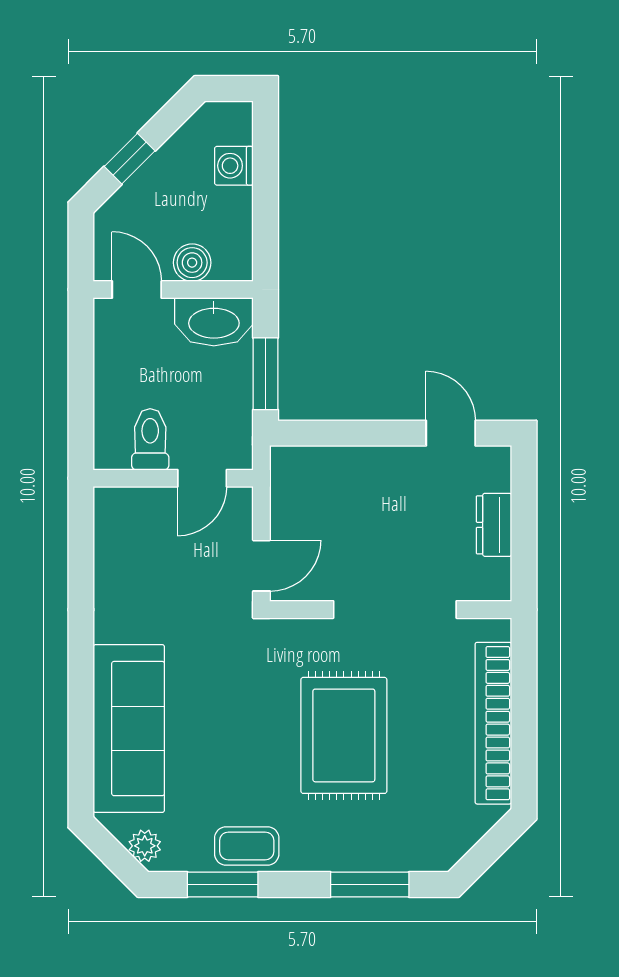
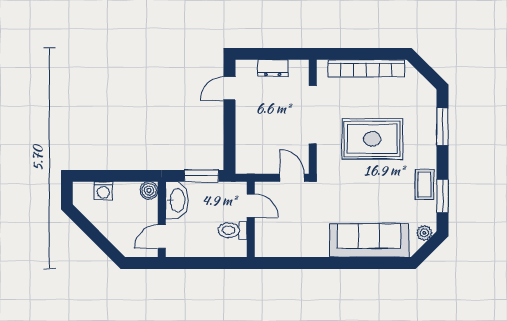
window: (130, 159) -> (100, 240), removed
boiler: (192, 263) -> (149, 190), moved

